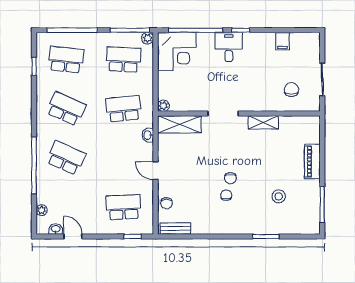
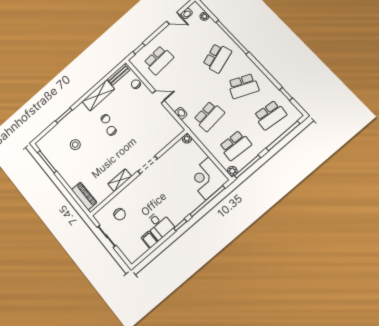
desk: (229, 47) -> (159, 225), moved
shelving: (179, 124) -> (98, 95), moved
school desk: (66, 158) -> (217, 58), turned -42
piano: (312, 161) -> (84, 196), moved

